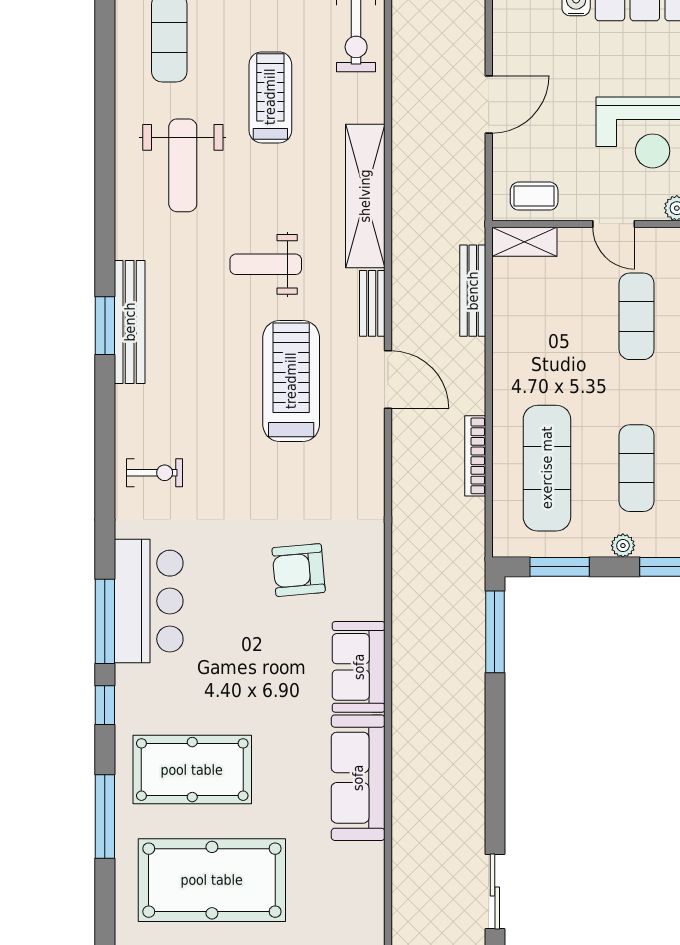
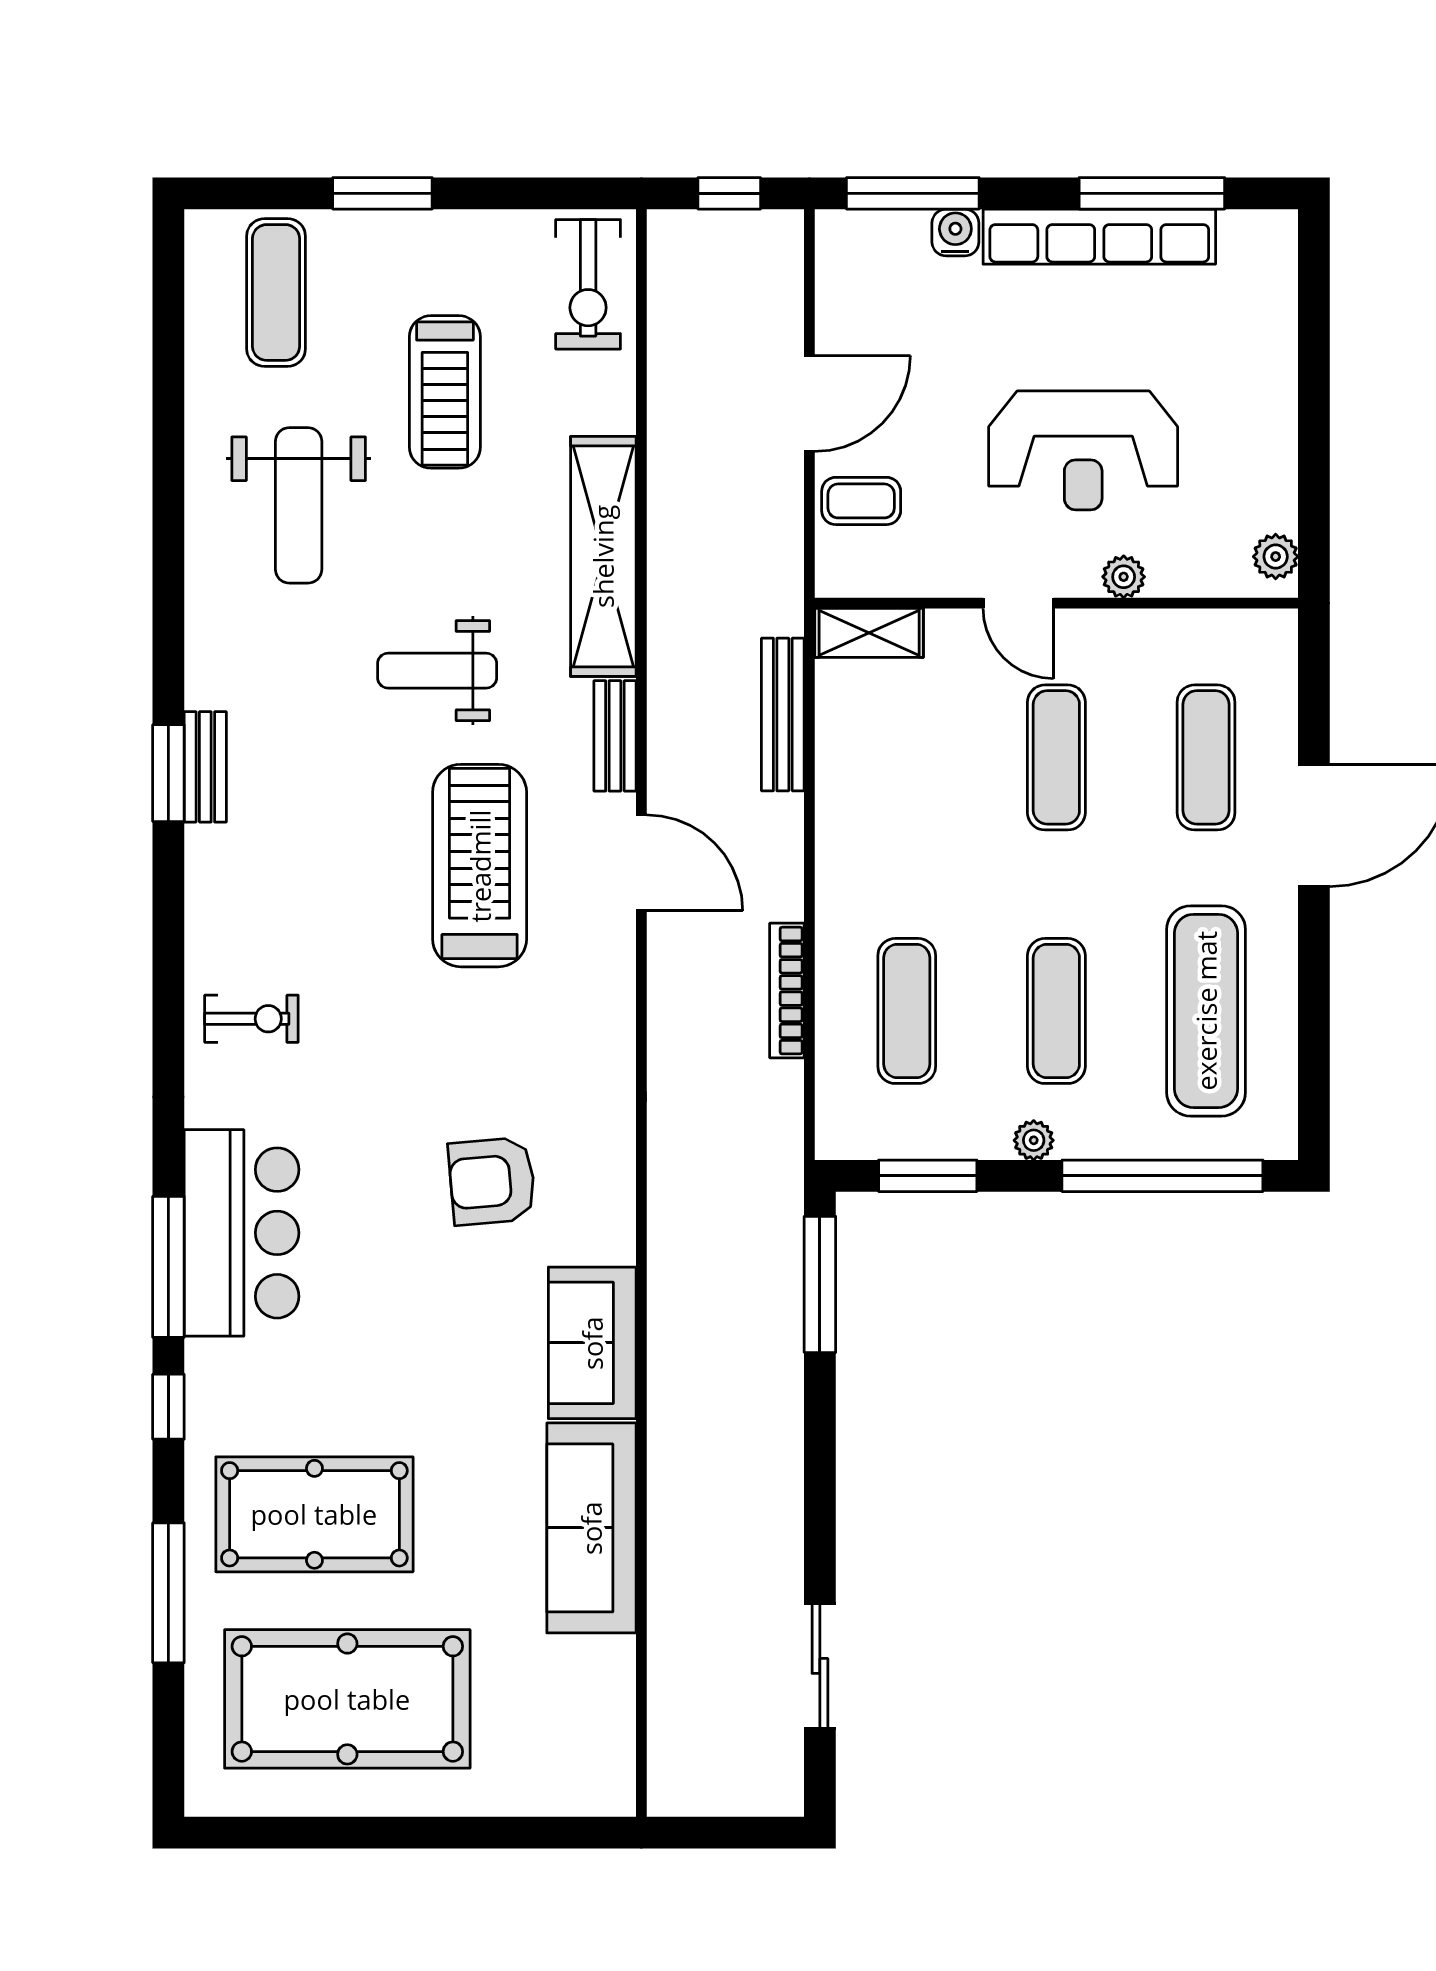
treadmill: (270, 97) -> (445, 392), turned 180
coffee table: (534, 196) -> (861, 501), moved
bench: (130, 322) -> (205, 767), width x0.54, depth x0.82
exercise mat: (547, 468) -> (907, 1011), width x0.73, depth x0.69
sliding door: (495, 892) -> (820, 1666), moved

